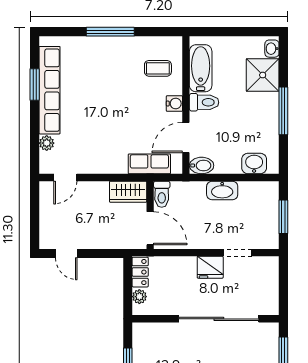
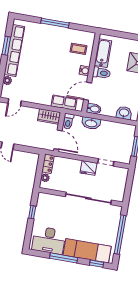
washbasin: (222, 190) -> (91, 123), moved

